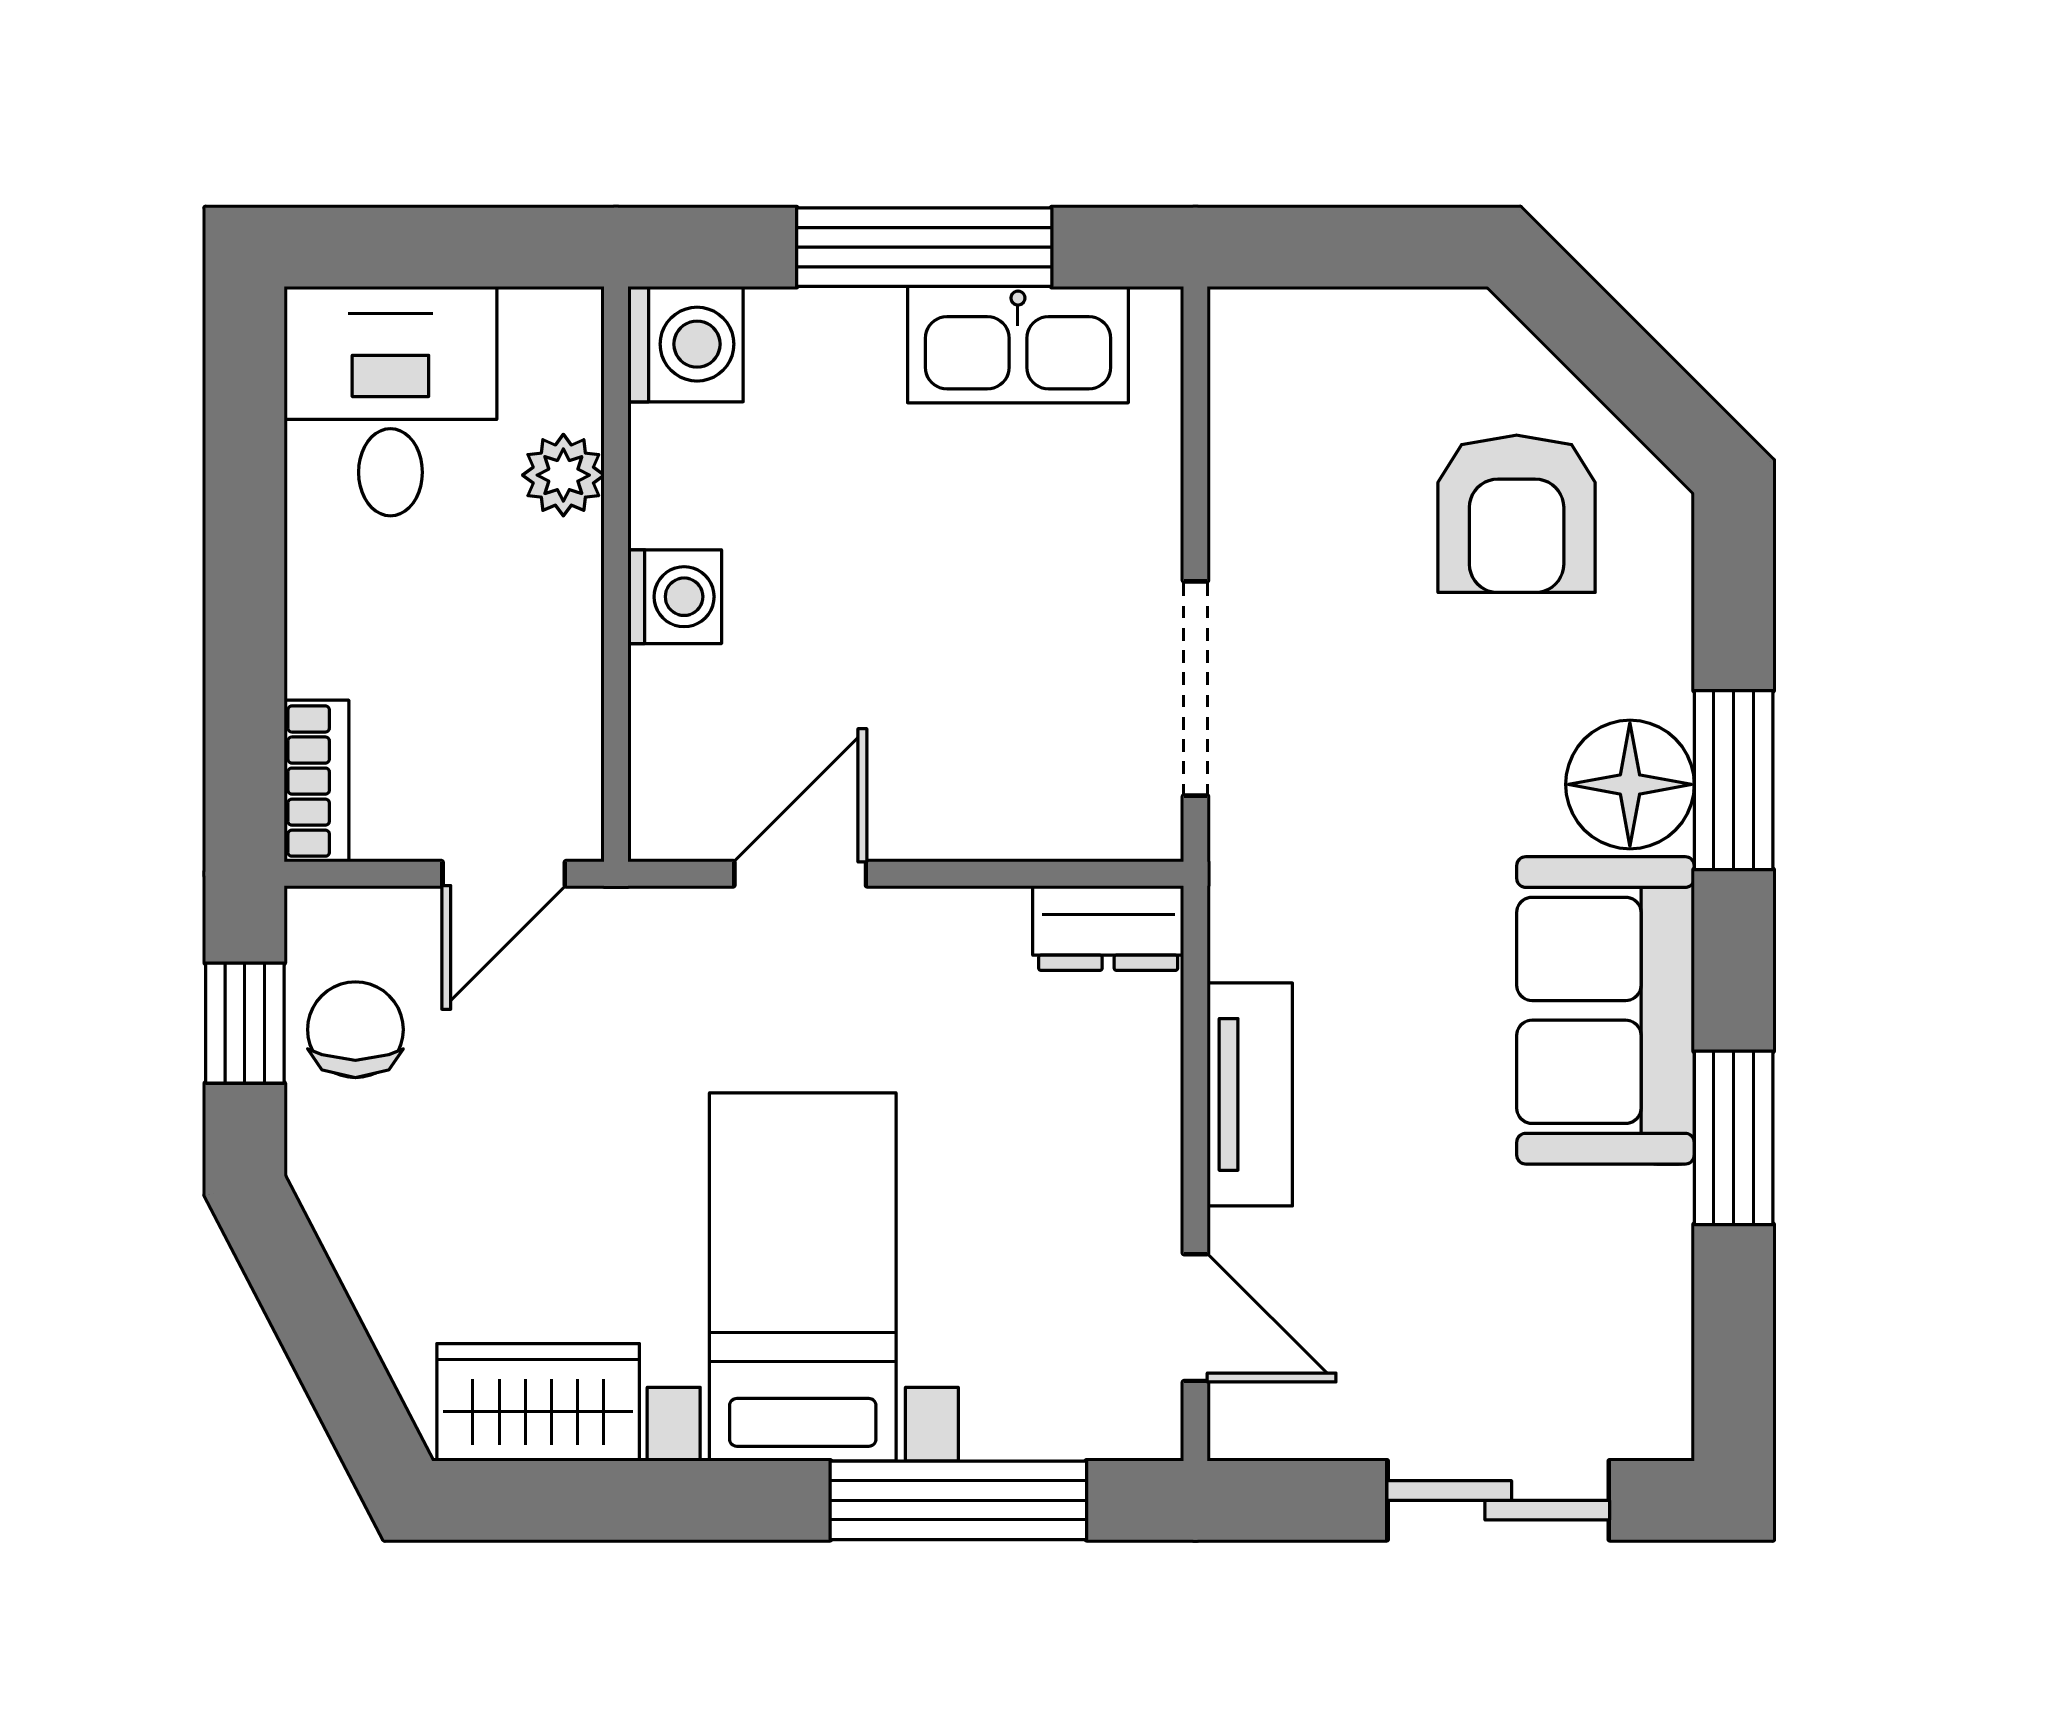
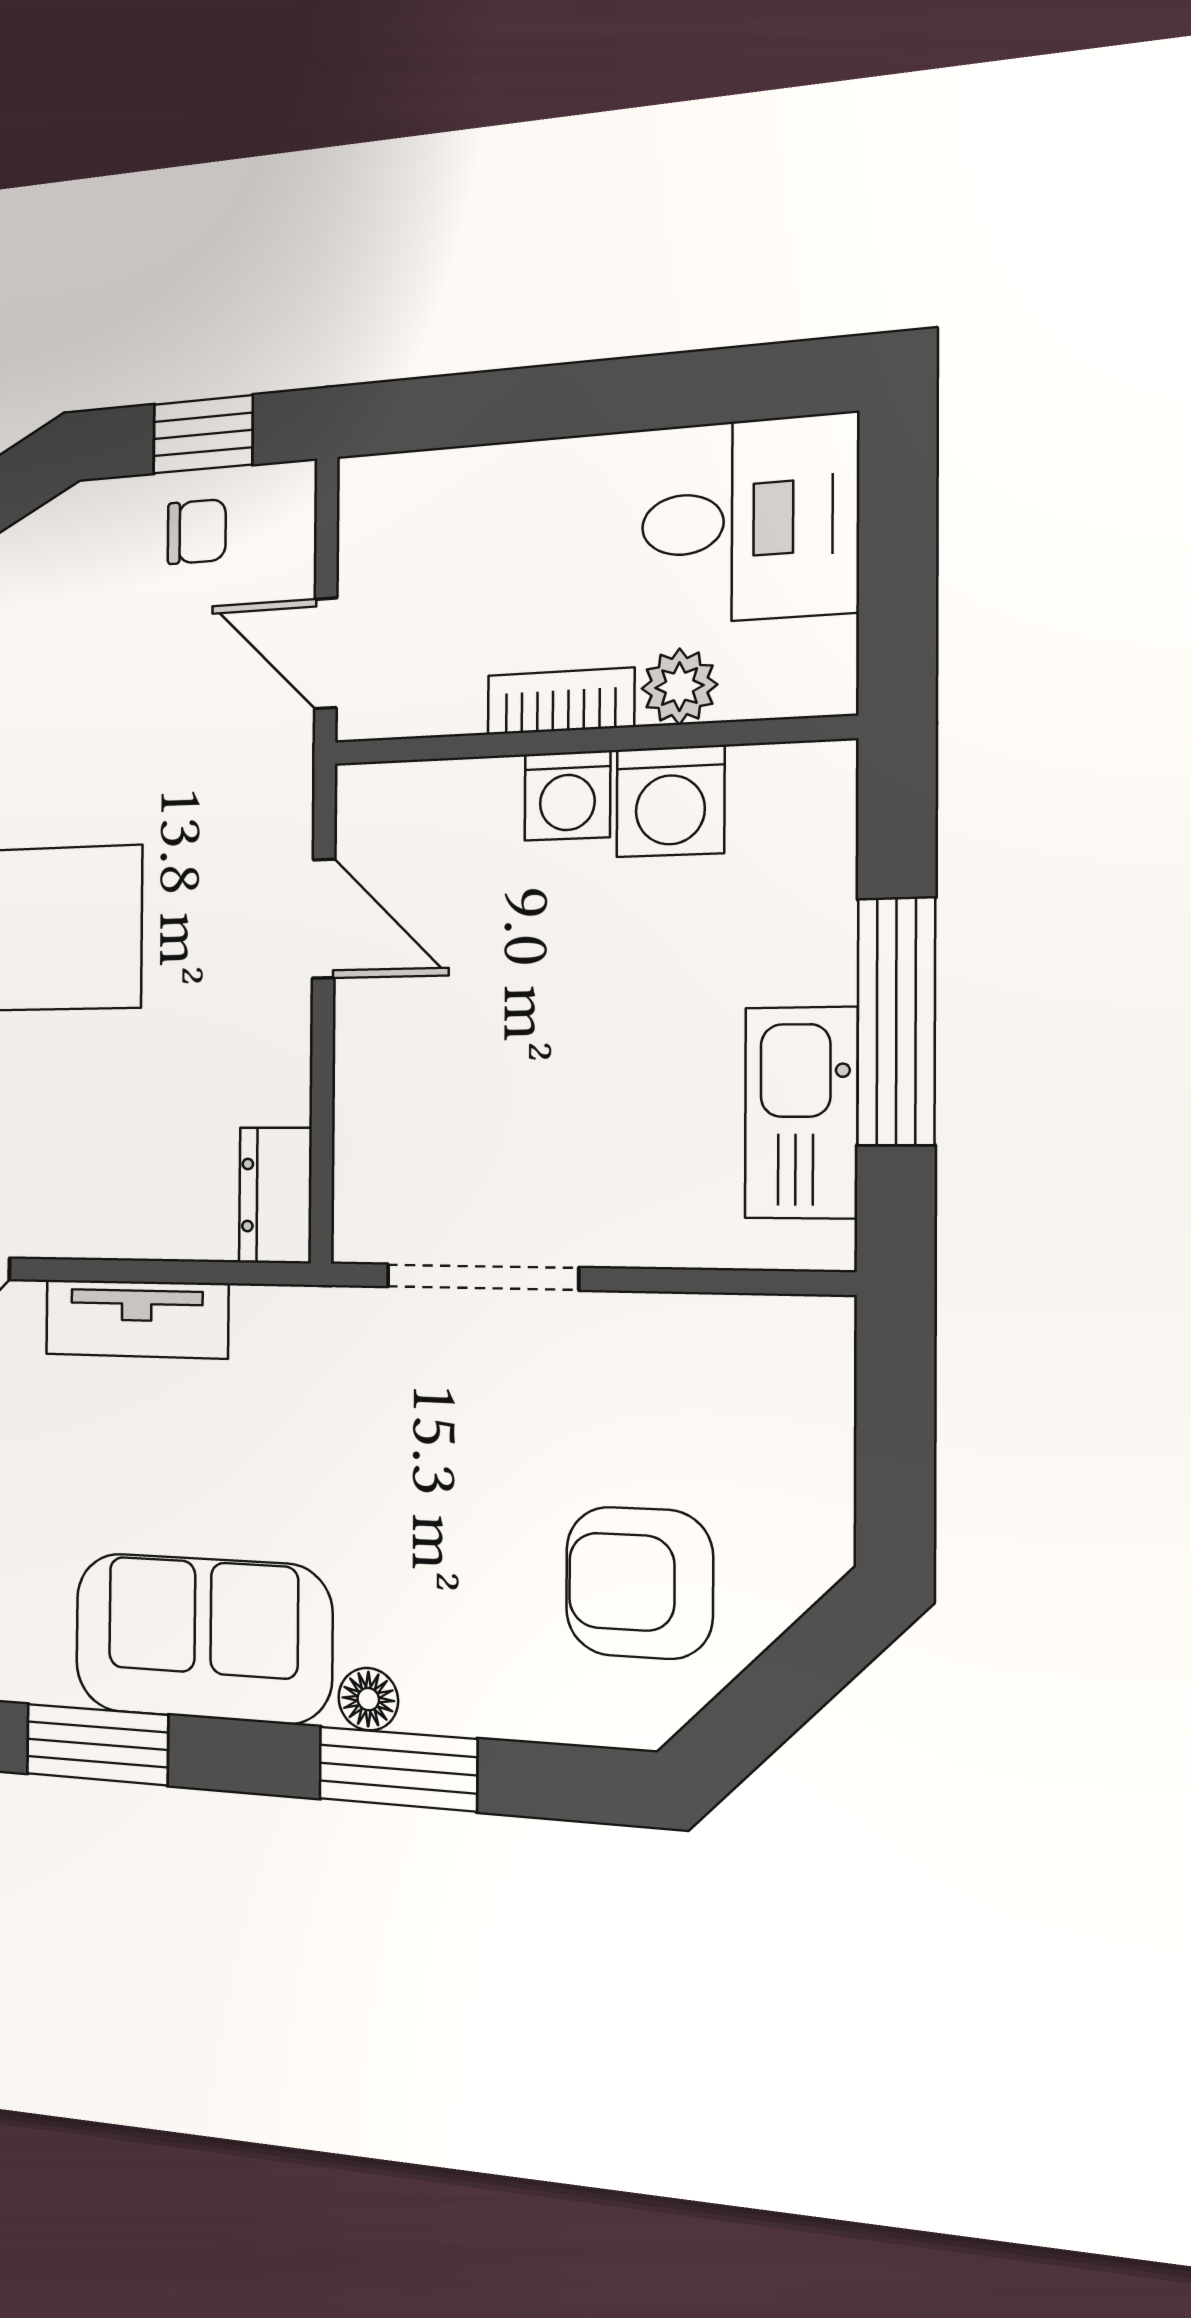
washing machine: (685, 344) -> (670, 801), moved
bookcase: (316, 781) -> (561, 701), moved, turned 180
floor lamp: (1630, 784) -> (368, 1699), width x0.53, depth x0.53
chair: (355, 1030) -> (197, 532), width x0.73, depth x0.73

